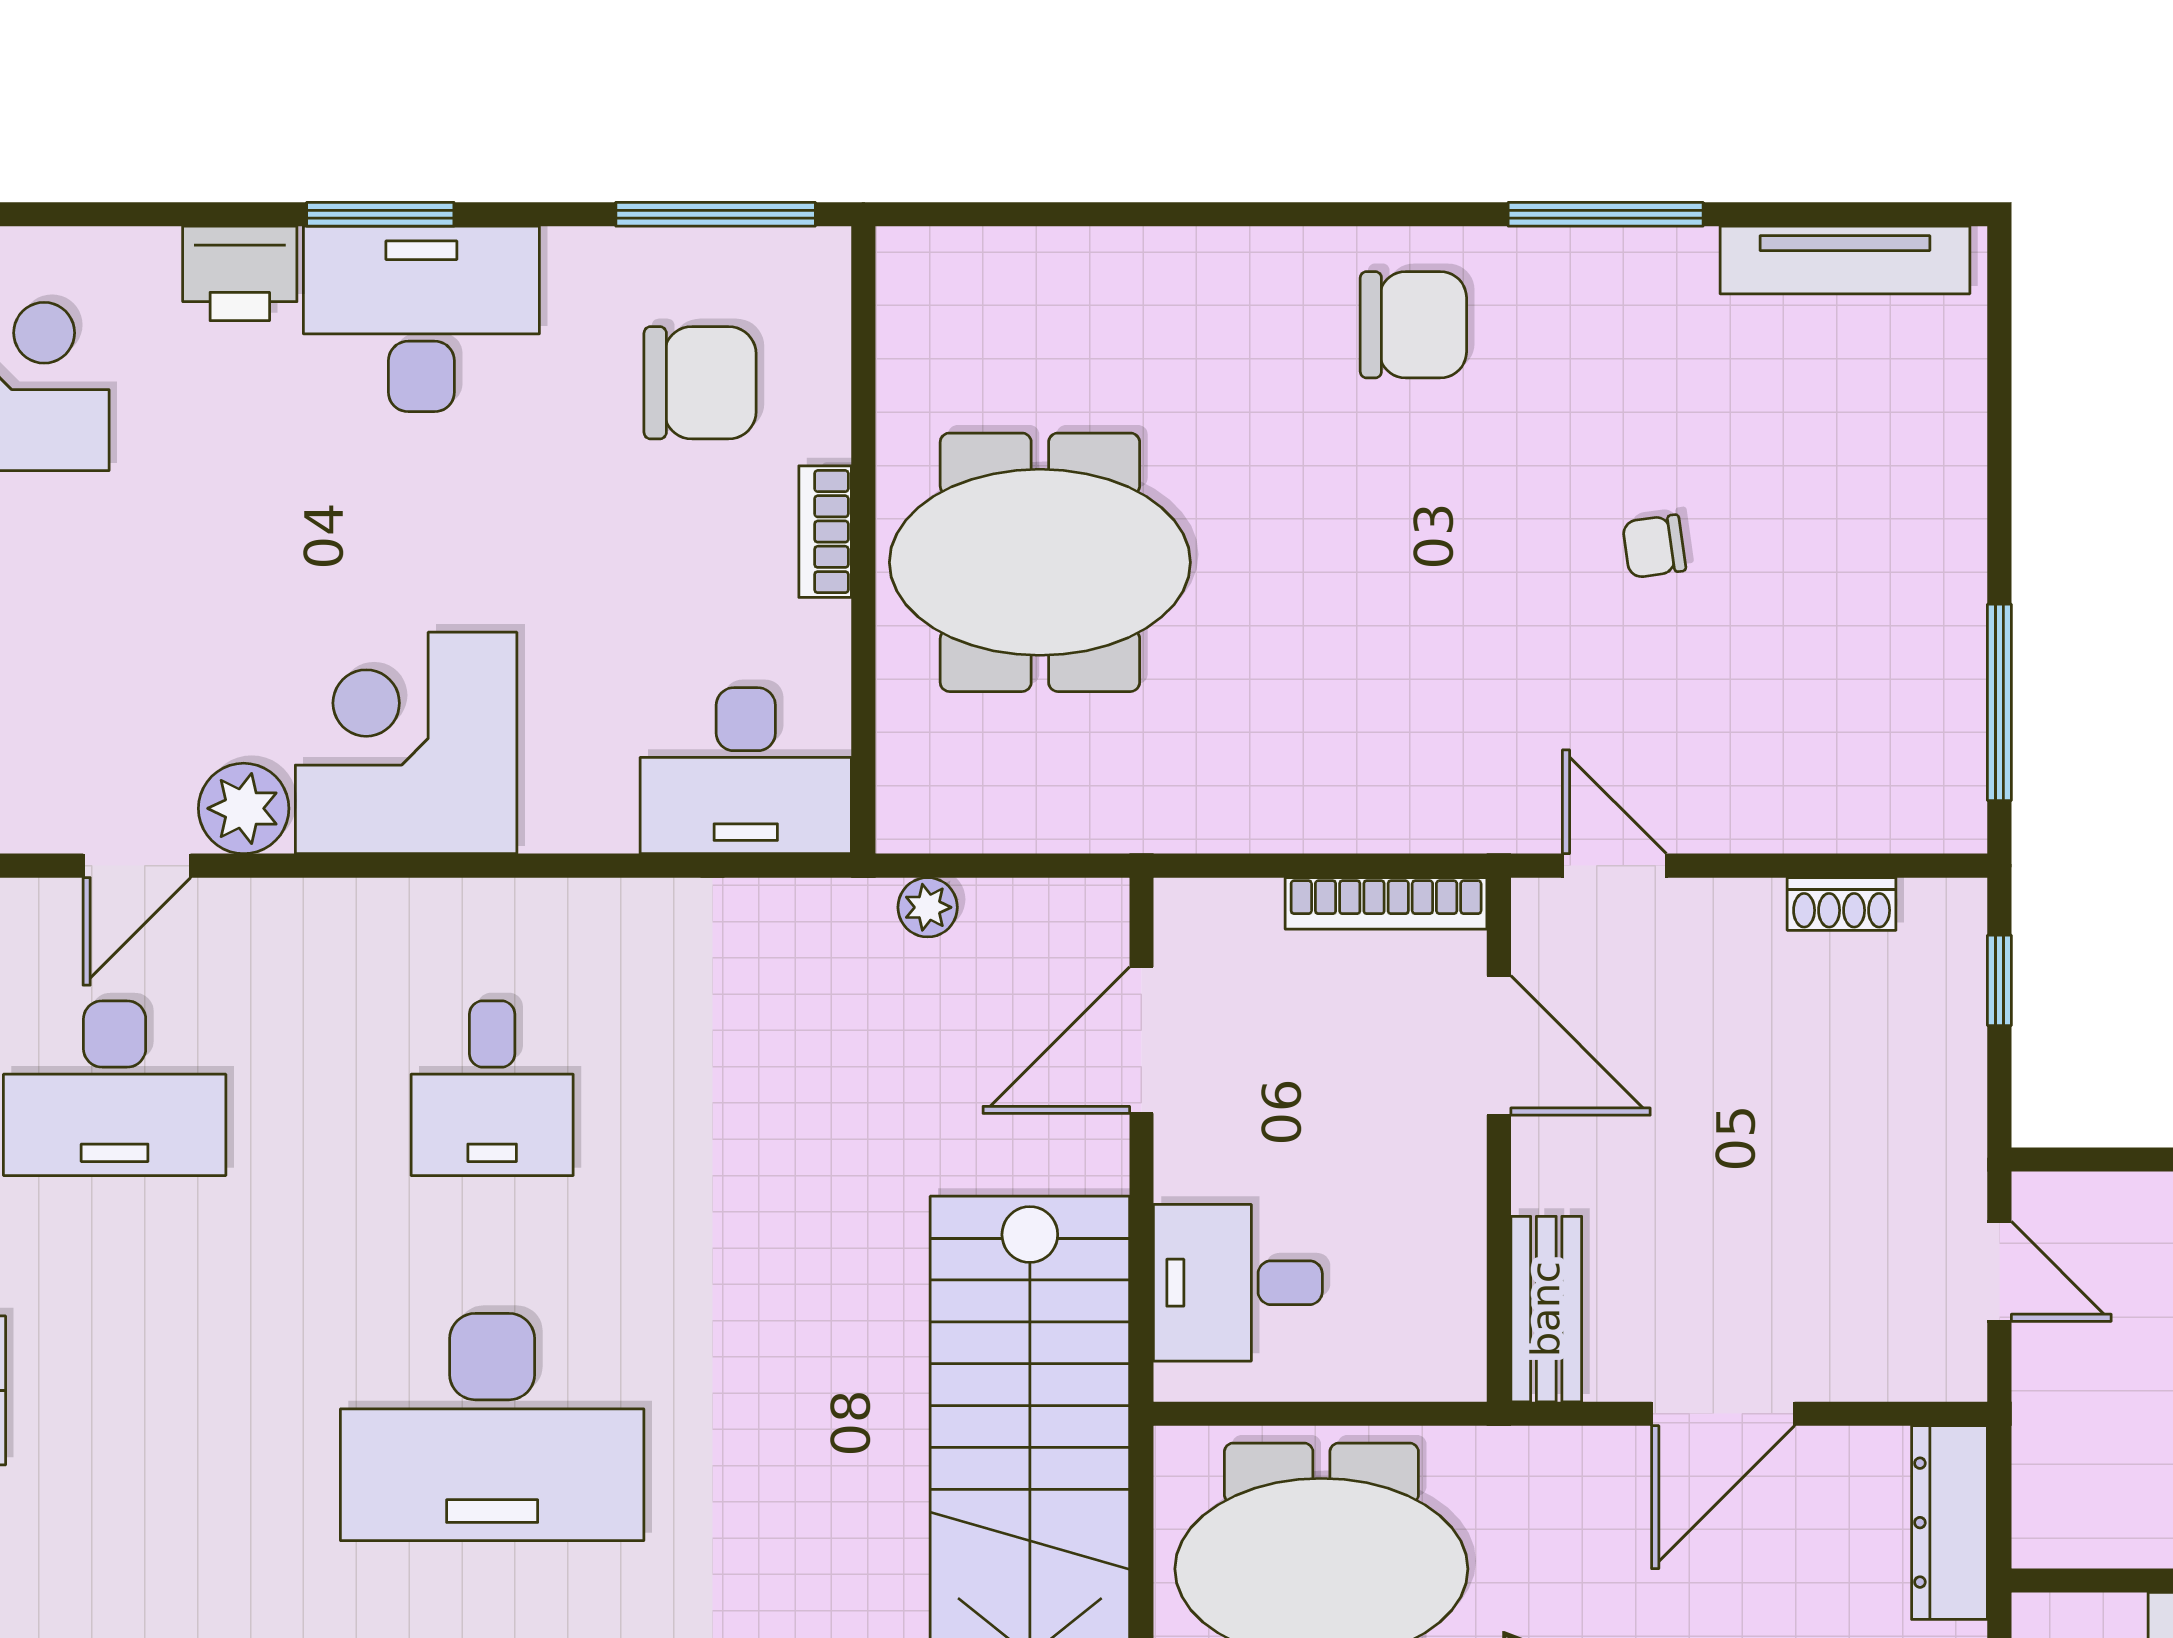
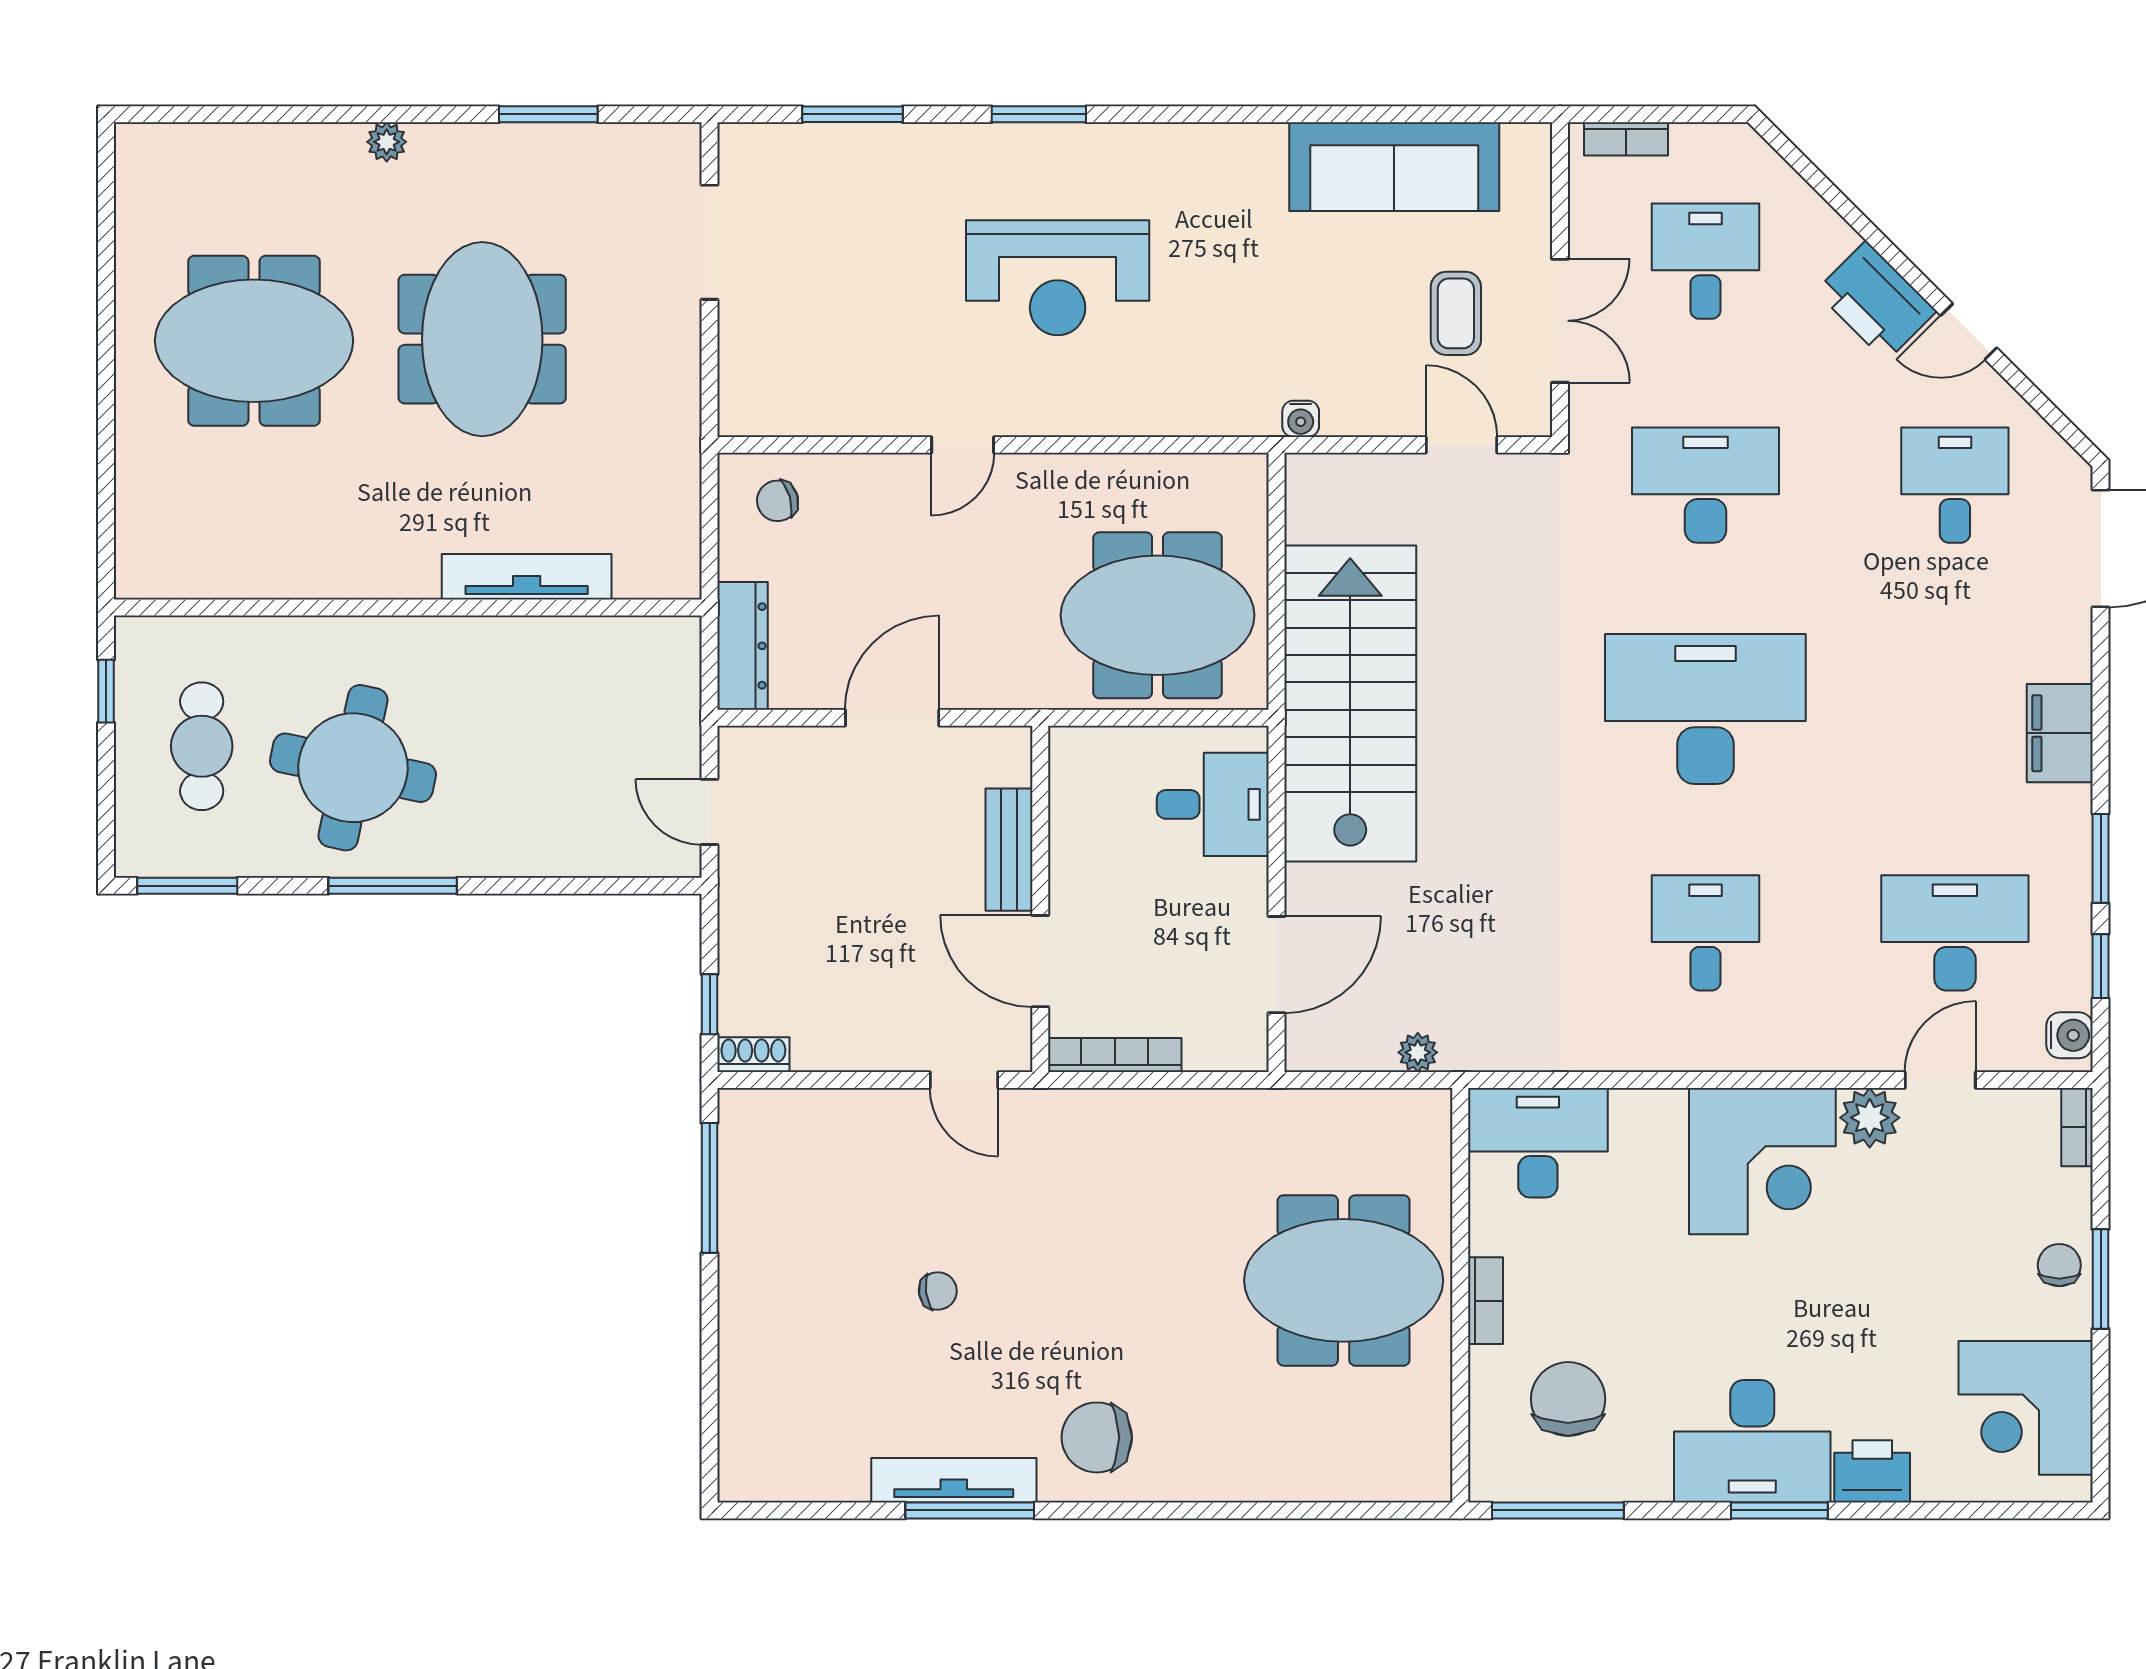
tv unit: (1845, 260) -> (954, 1480), moved
chair: (700, 383) -> (1568, 1399), turned 90
shoe rack: (1842, 904) -> (753, 1055), moved
bench: (1546, 1309) -> (1009, 850), moved

